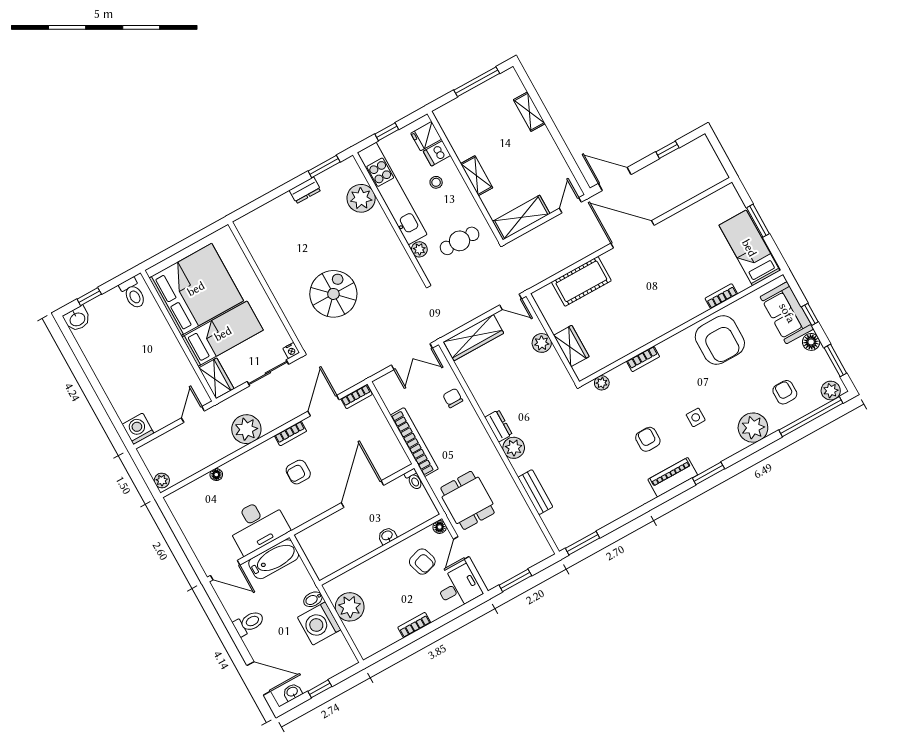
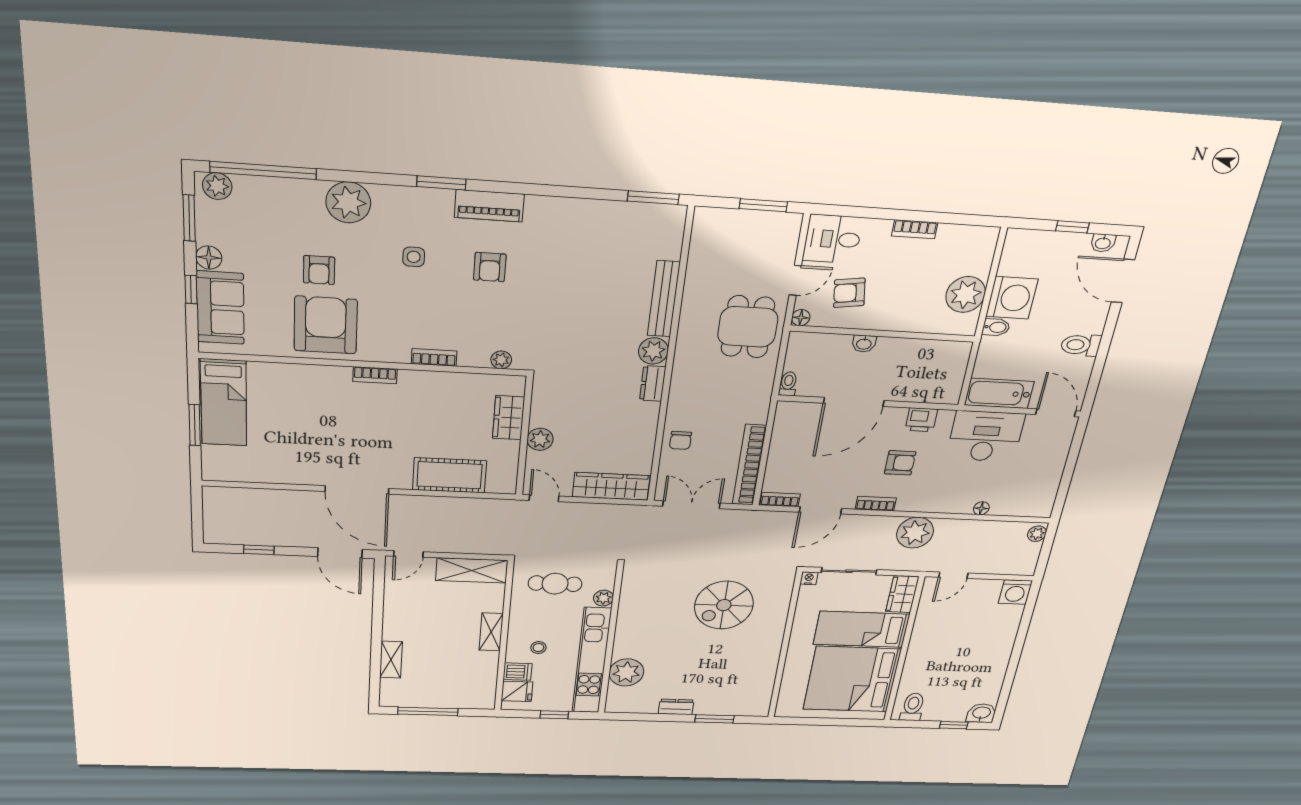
window: (324, 166) -> (714, 719), moved
bookcase: (721, 296) -> (375, 375), moved
armchair: (785, 392) -> (319, 270), moved
bookcase: (414, 442) -> (749, 465), moved
bench: (535, 492) -> (664, 299), width x1.36
printer: (309, 510) -> (921, 420), added
armchair: (422, 562) -> (849, 293), turned -81

